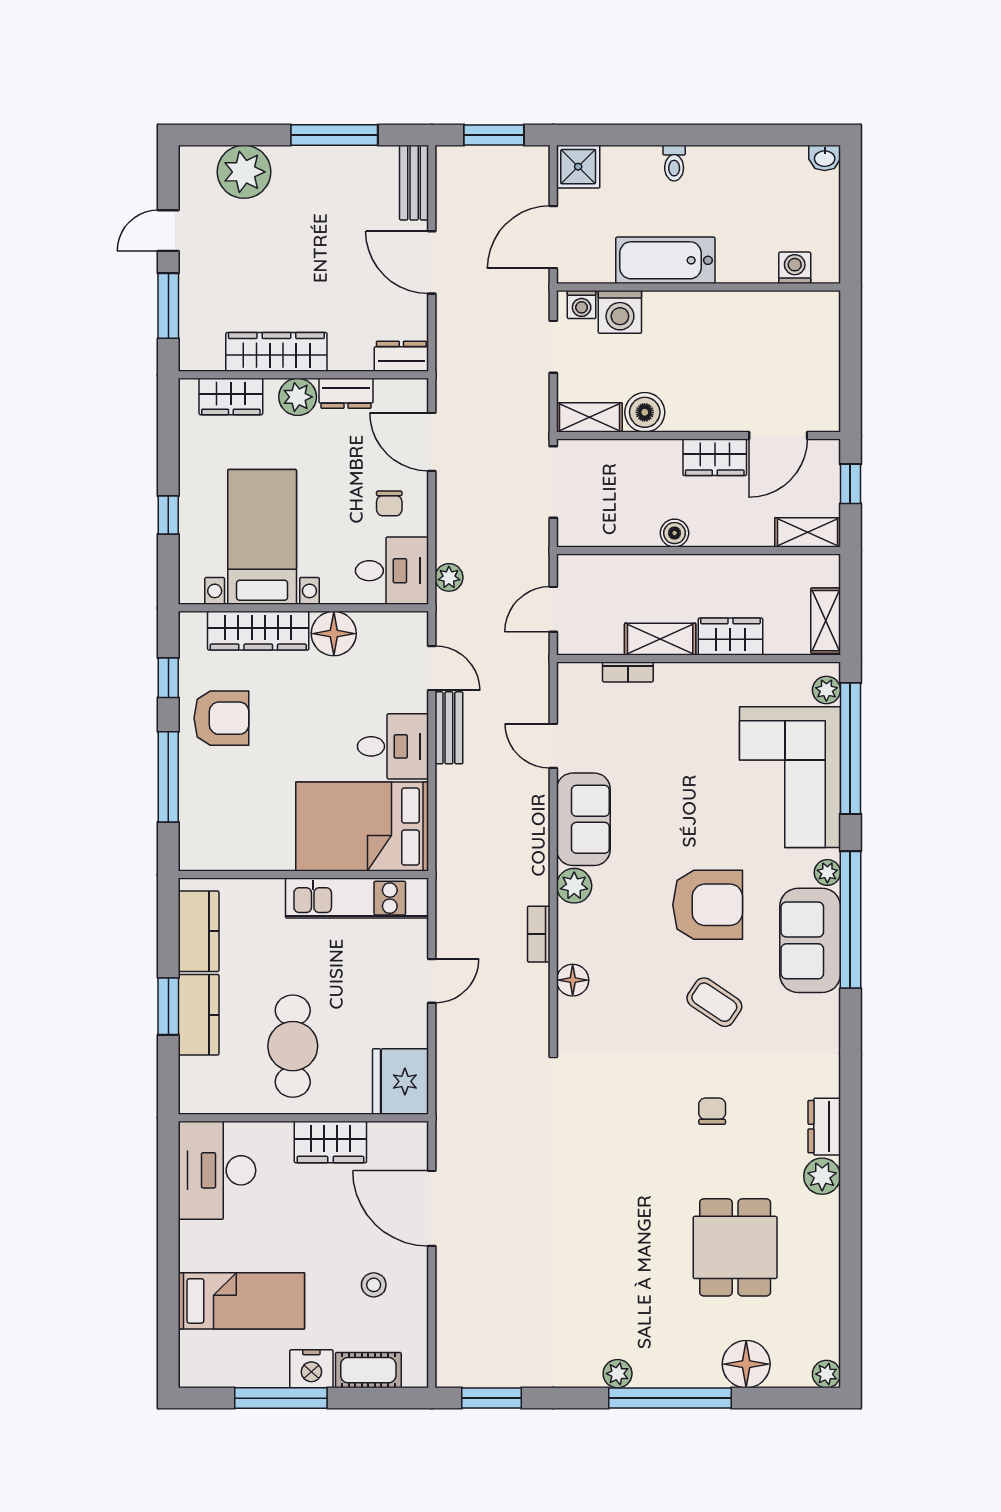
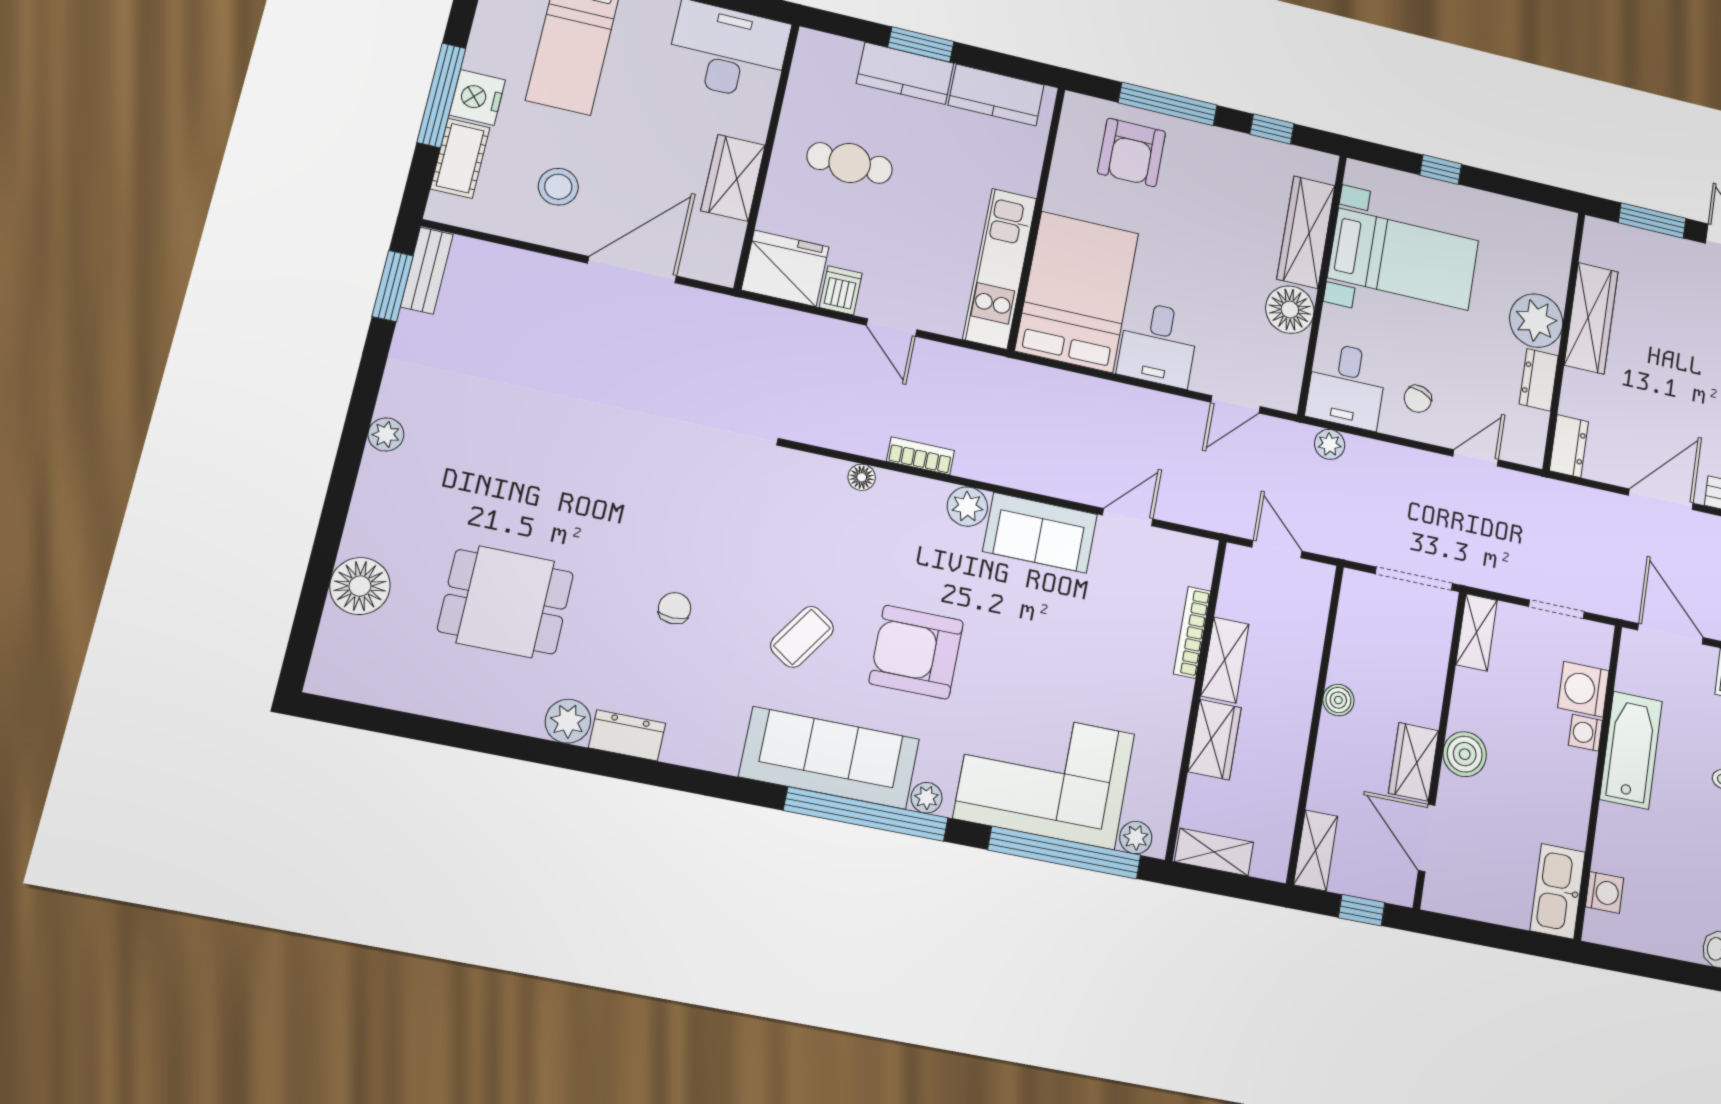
washing machine: (582, 305) -> (1585, 733), moved
kitchen sink: (802, 311) -> (1558, 891), added
wardrobe: (231, 397) -> (1552, 261), removed
plant: (298, 397) -> (1536, 321), width x1.36, depth x1.36
boiler: (645, 412) -> (1465, 754), moved
door: (432, 442) -> (1476, 458), width x0.73
chair: (389, 503) -> (1418, 399), turned -71
bookcase: (628, 672) -> (1192, 632), width x1.56
armchair: (221, 718) -> (1132, 152), moved
bench: (449, 728) -> (427, 271), moved, turned 90
armchair: (708, 905) -> (916, 652), turned 90
sofa: (810, 940) -> (829, 758), width x1.36
floor lamp: (573, 980) -> (862, 477), width x0.73, depth x0.73
dishwasher: (409, 1031) -> (841, 290), added
cafe table: (293, 1046) -> (850, 163), width x0.73, depth x0.74
chair: (712, 1111) -> (675, 608), turned -90
stool: (374, 1285) -> (558, 187), width x1.37, depth x1.37
plant: (826, 1374) -> (324, 679), removed
window: (281, 1398) -> (441, 95), moved
window: (670, 1398) -> (341, 489), removed

